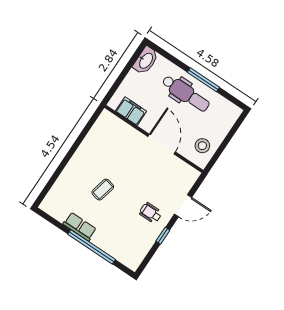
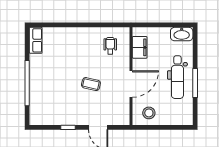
coffee table: (103, 190) -> (91, 84), moved
wheelchair: (151, 213) -> (110, 46), moved
row of seats: (80, 227) -> (36, 40), moved

